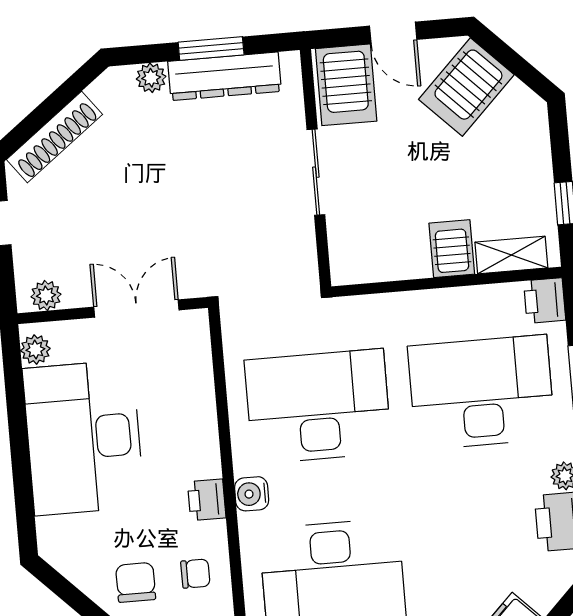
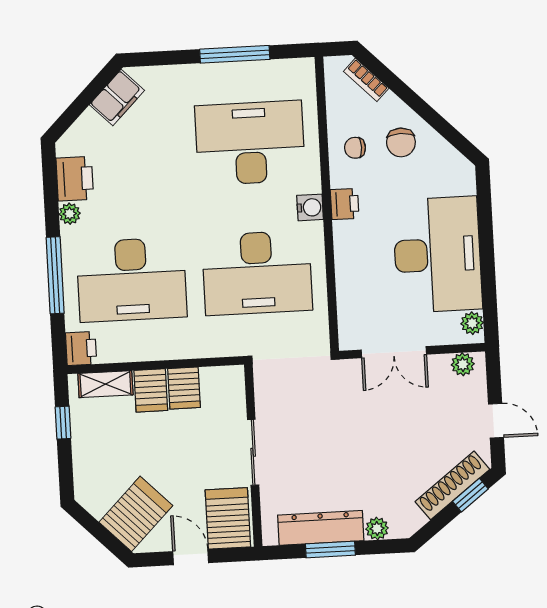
window: (31, 125) -> (470, 495), added
server rack: (409, 253) -> (184, 388), added

